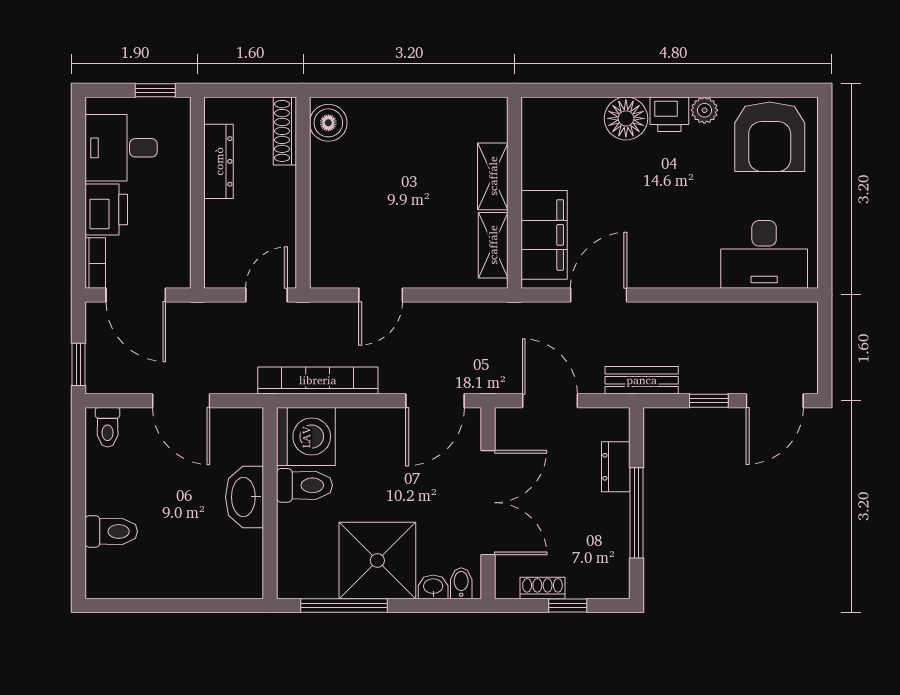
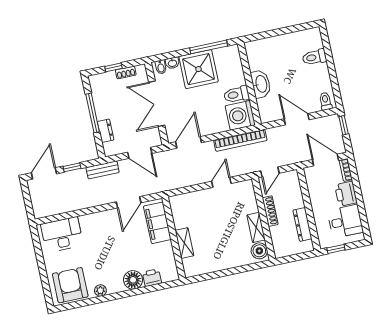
printer: (669, 114) -> (152, 278), moved
shoe rack: (285, 131) -> (270, 211), moved
shelving: (493, 245) -> (256, 227), moved

